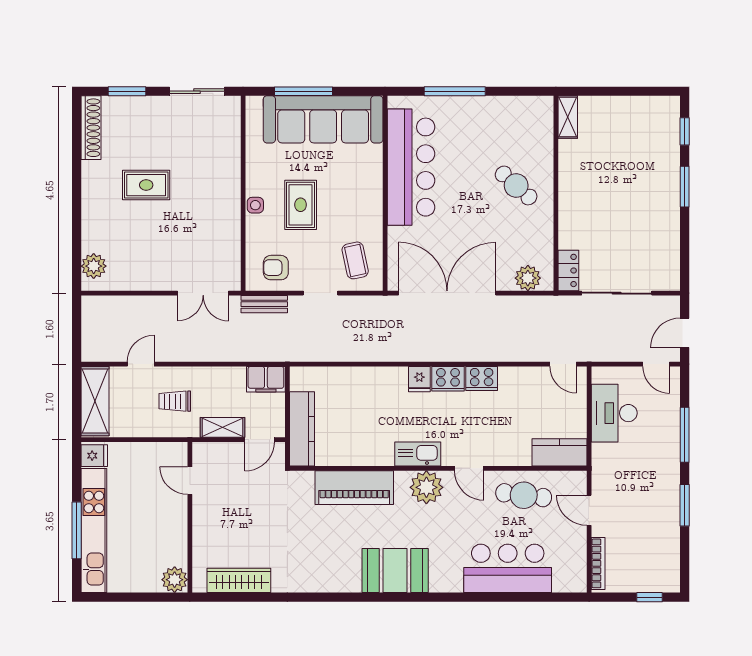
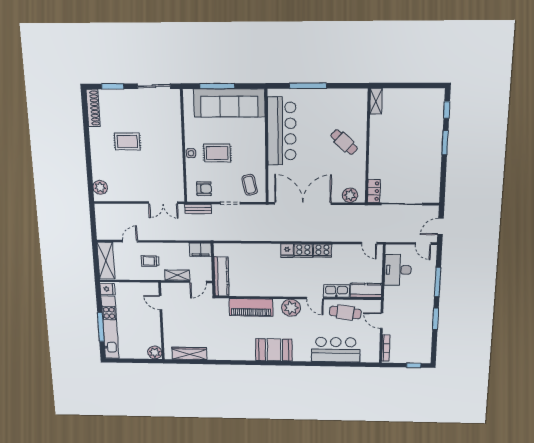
rug: (301, 205) -> (217, 153), turned 90
armchair: (276, 268) -> (204, 189), turned 180
kitchen sink: (418, 454) -> (336, 291), moved

